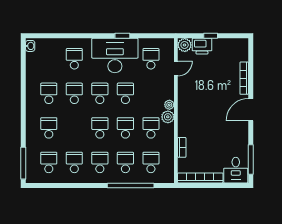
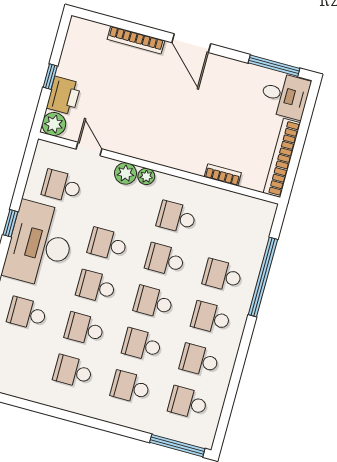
plant: (168, 117) -> (125, 173), moved
school desk: (151, 162) -> (142, 345), moved

